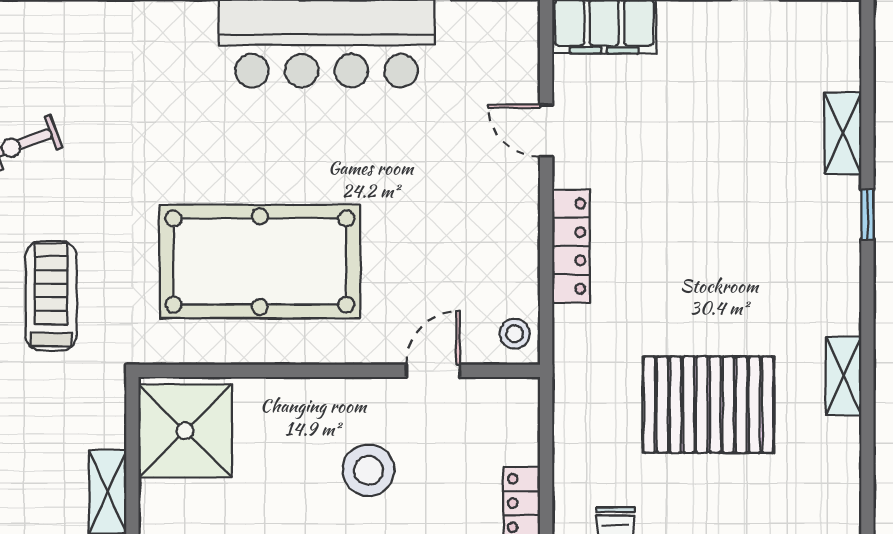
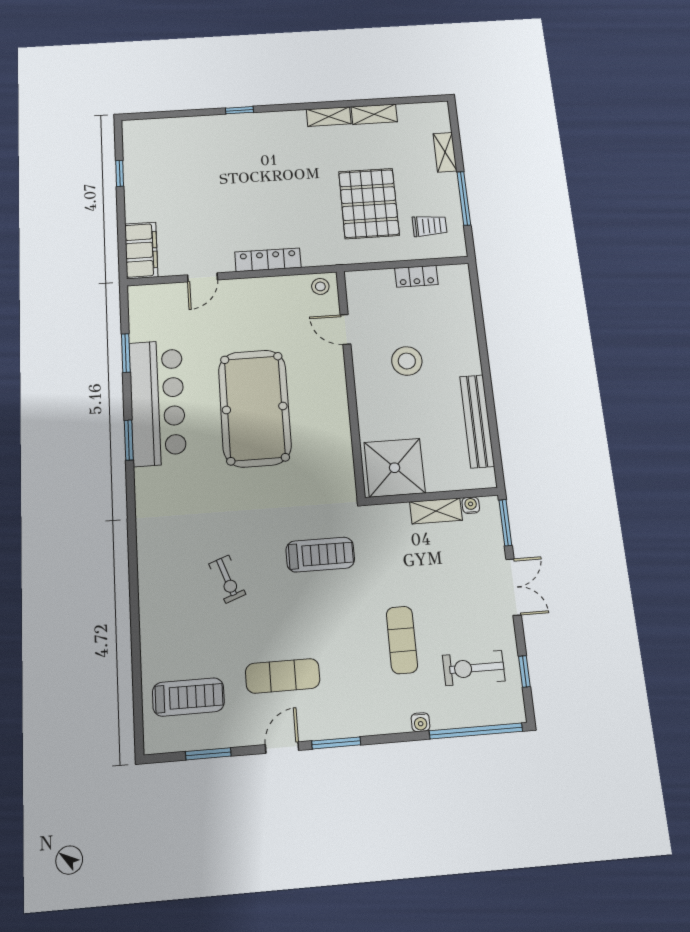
shelving: (843, 133) -> (374, 114), moved
pool table: (260, 261) -> (255, 408), moved
treadmill: (51, 296) -> (320, 555), turned 180
pallet: (708, 405) -> (369, 203), moved

